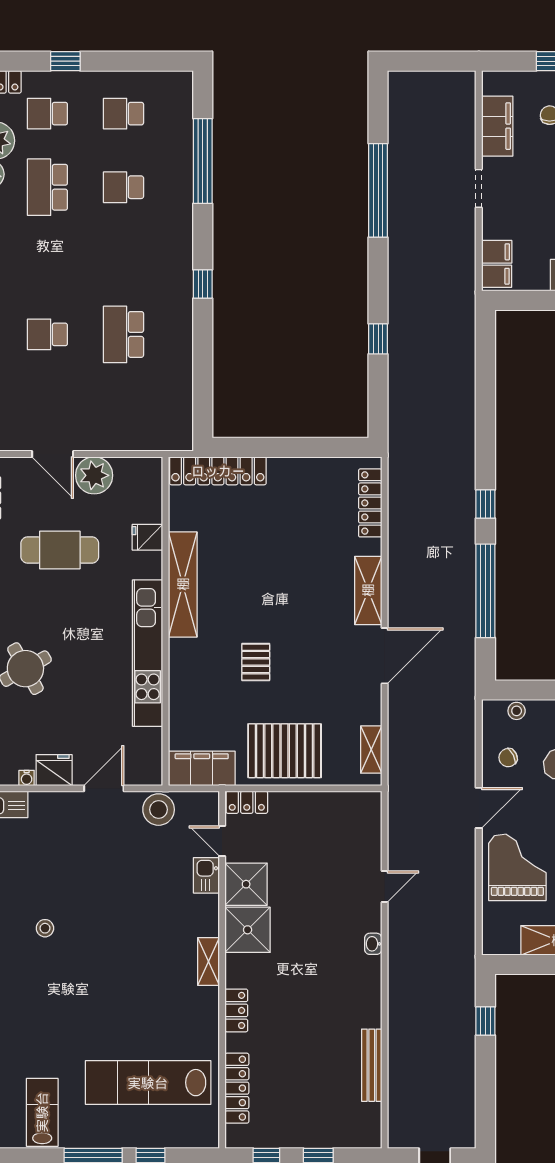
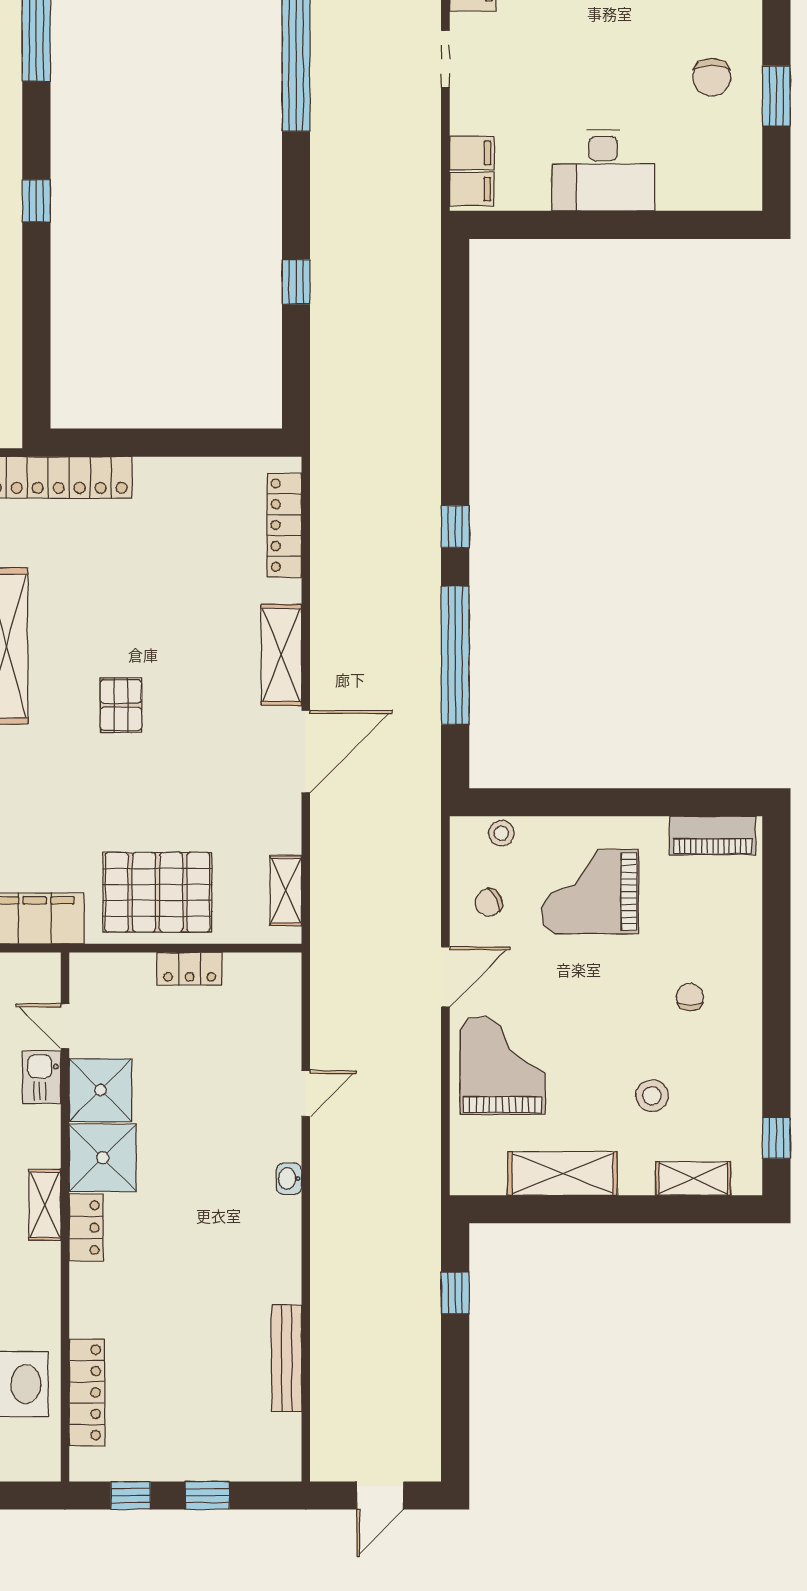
pallet: (256, 662) -> (121, 705), moved
locker: (247, 802) -> (190, 969), moved
locker: (236, 1010) -> (86, 1228), moved

